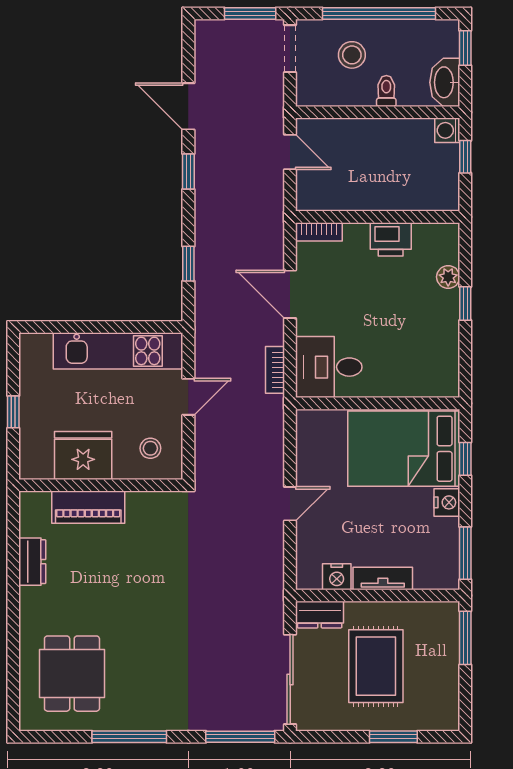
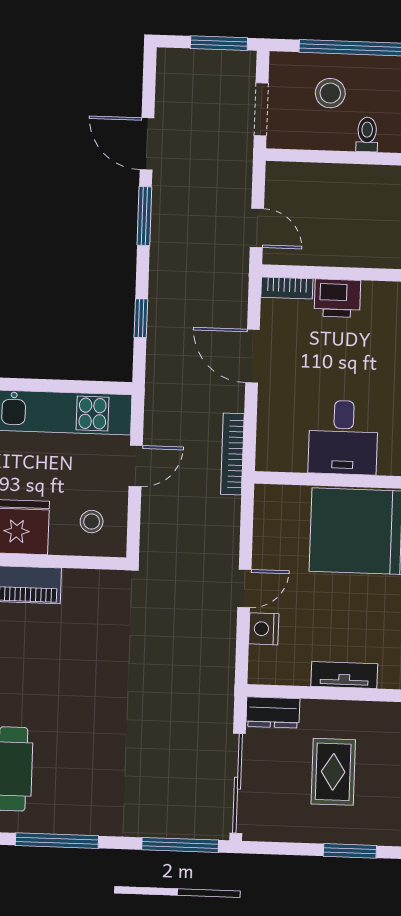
doorway: (290, 49) -> (261, 109), moved
door: (290, 152) -> (257, 228), moved
window: (188, 172) -> (144, 216), width x1.50
printer: (391, 239) -> (337, 298), moved
desk: (329, 367) -> (343, 437), moved, turned -90
bookcase: (275, 370) -> (232, 454), width x1.56
nightstand: (337, 577) -> (264, 629), moved, turned 90
rug: (376, 666) -> (333, 772), width x0.73, depth x0.70

